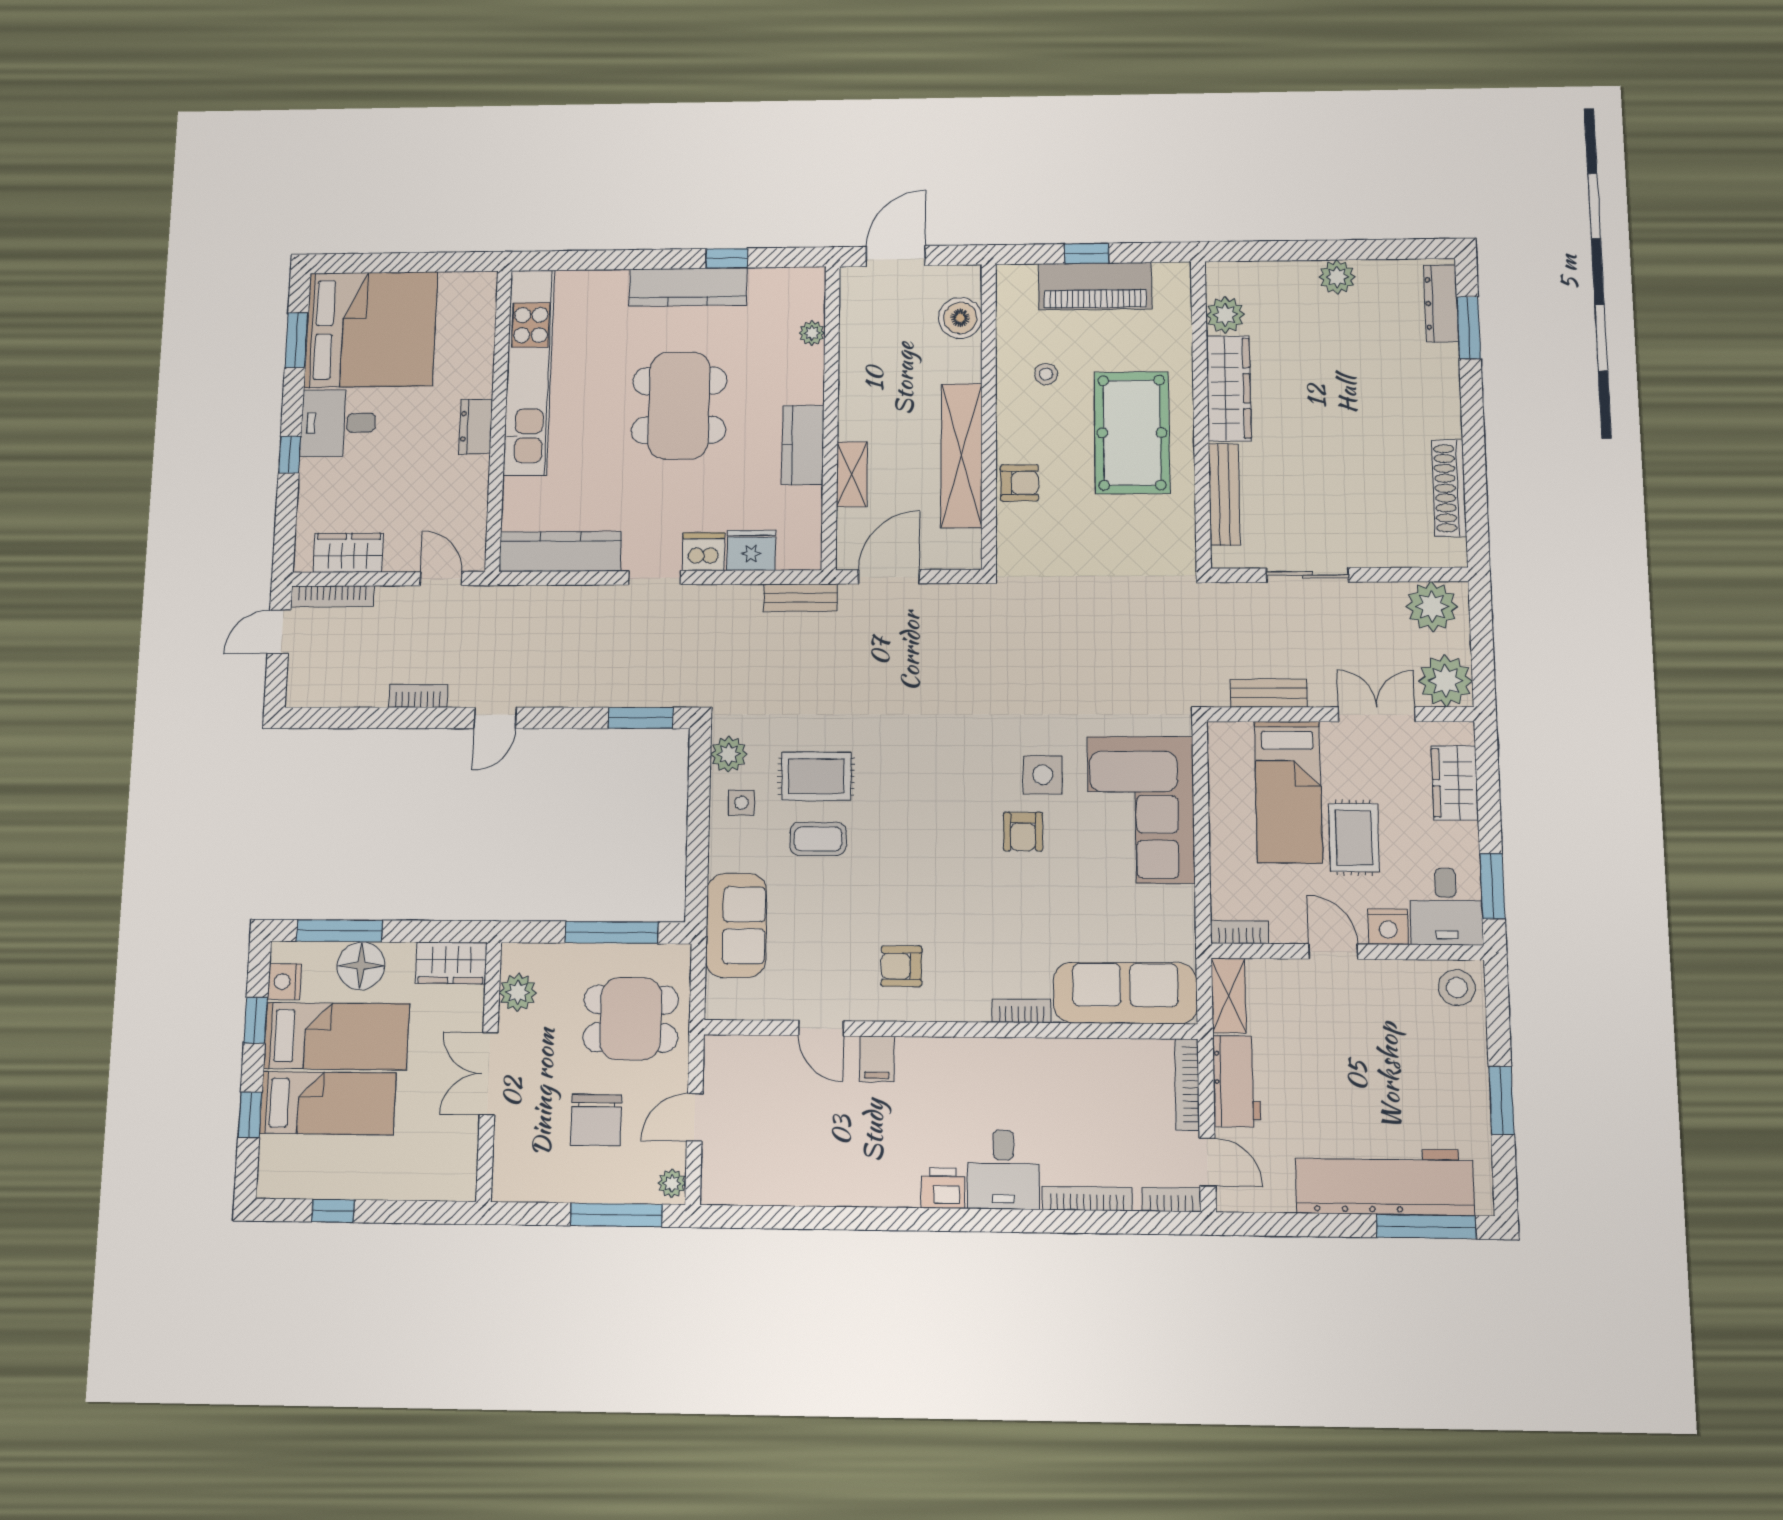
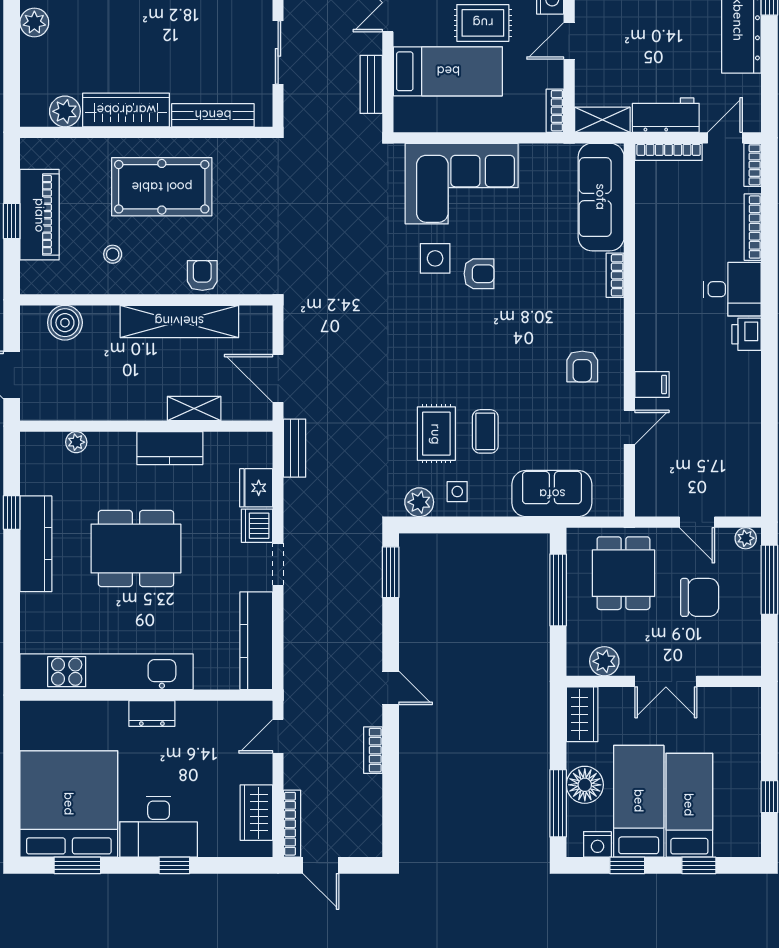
desk: (338, 423) -> (159, 827), width x1.37

